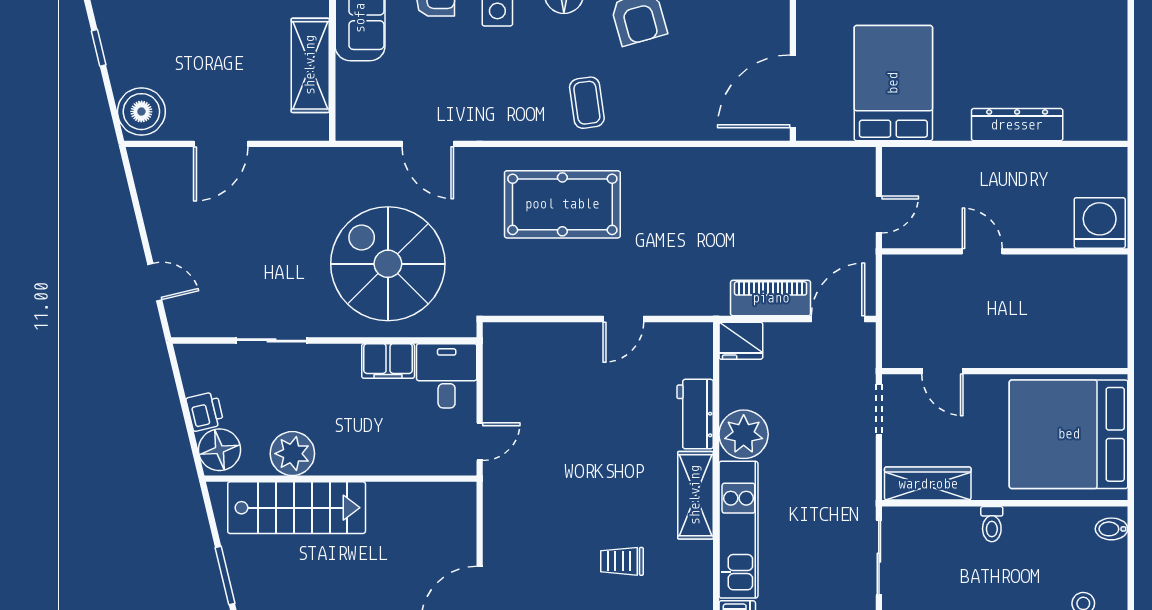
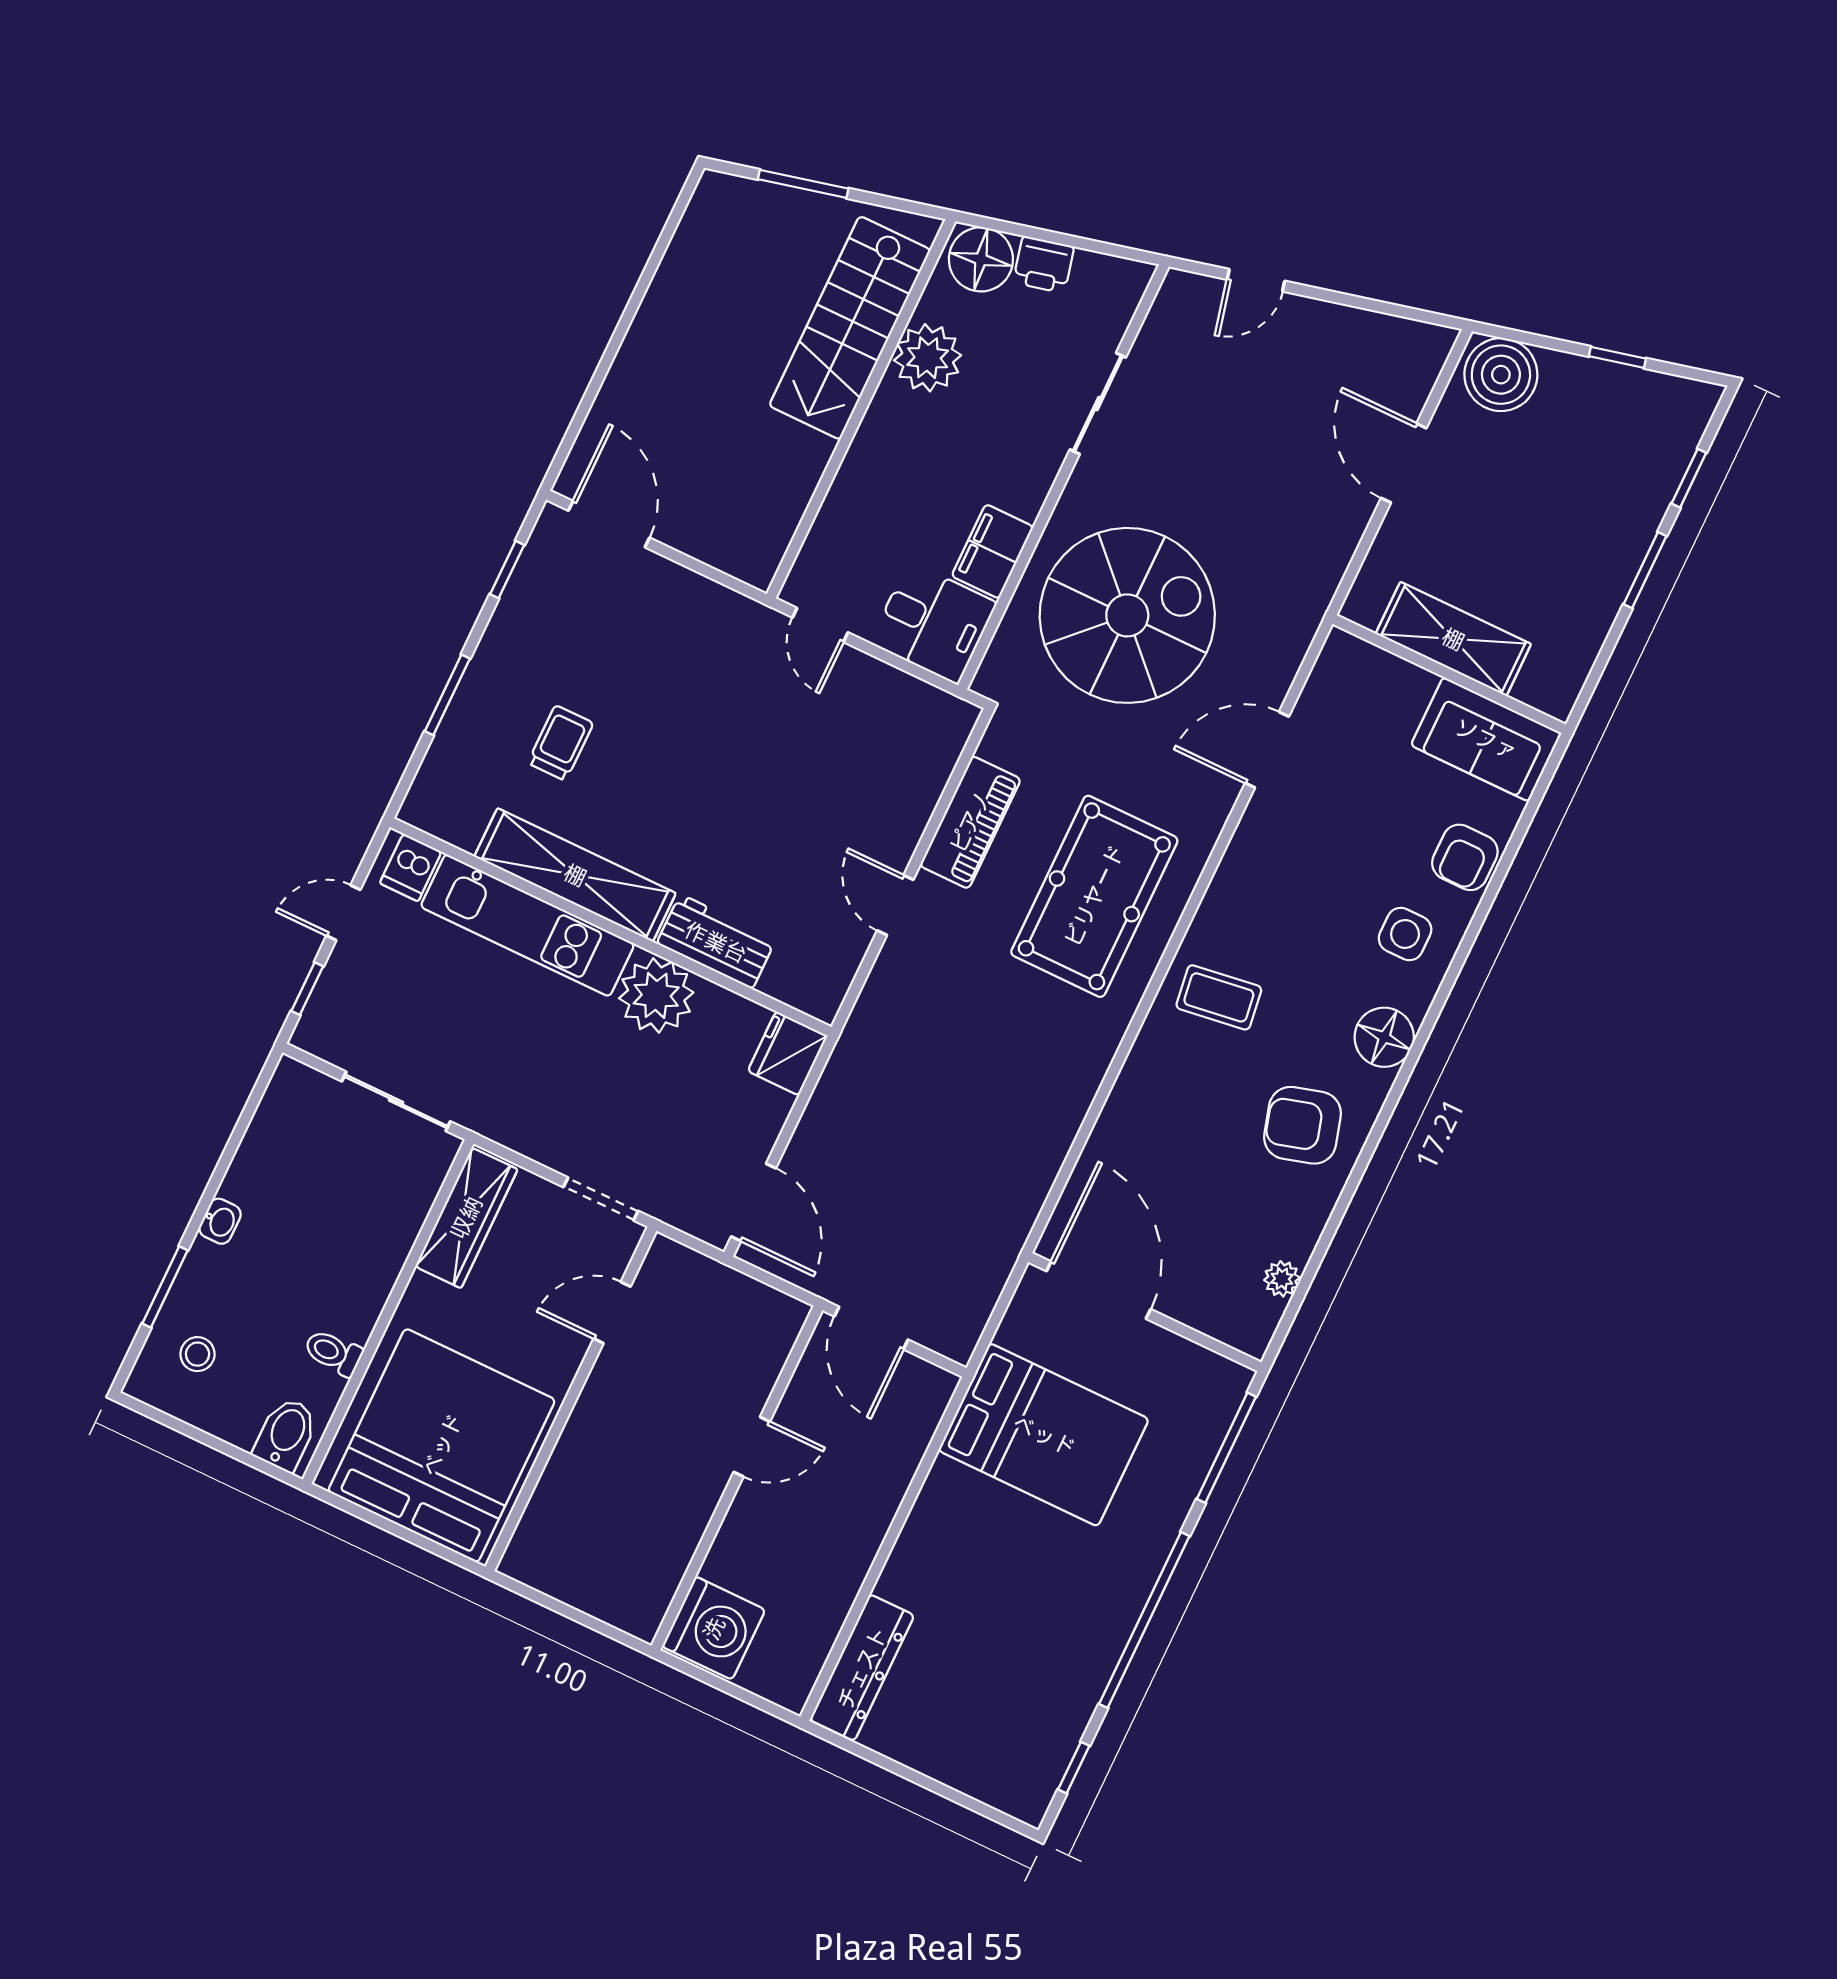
dresser: (1017, 125) -> (862, 1668), moved
door: (879, 214) -> (871, 1328), width x1.38
piano: (771, 298) -> (970, 822), moved
shelving: (695, 495) -> (575, 875), width x1.47
toilet: (992, 524) -> (333, 1353), moved
bidet: (1111, 529) -> (286, 1434), width x1.38, depth x1.36

